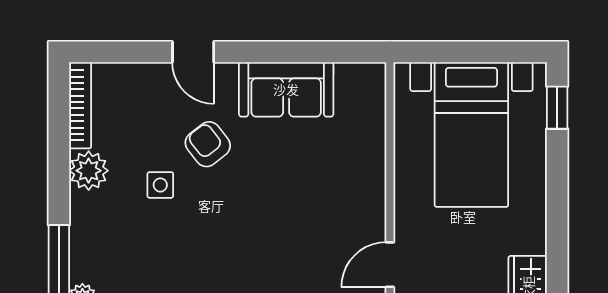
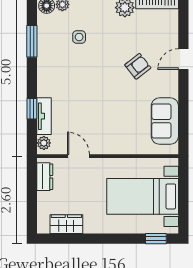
sofa: (286, 89) -> (165, 121), moved
side table: (160, 185) -> (79, 37), moved

